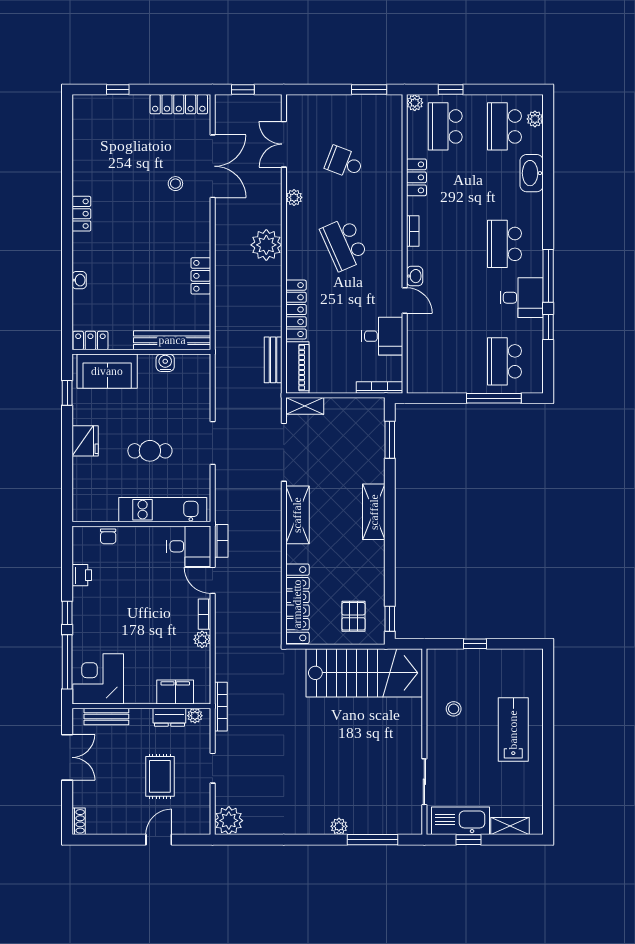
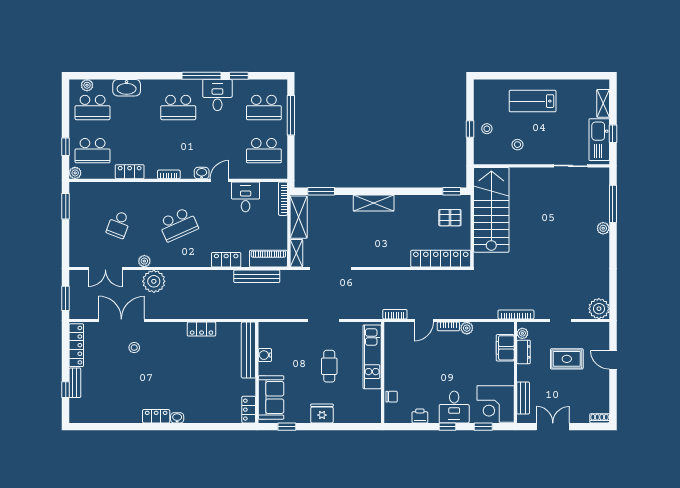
window: (243, 90) -> (66, 298), width x1.50
bench: (127, 102) -> (75, 383), added
plant: (266, 245) -> (154, 281), moved
washbasin: (79, 280) -> (177, 418), moved
locker: (296, 310) -> (226, 260), width x0.66
bench: (273, 360) -> (257, 276), width x1.36
school desk: (445, 361) -> (264, 151), added
shelving: (297, 515) -> (299, 217), moved, turned 90
desk: (189, 546) -> (454, 407), moved, turned 180
window: (67, 662) -> (483, 427), width x0.46
stool: (475, 667) -> (487, 129), added

